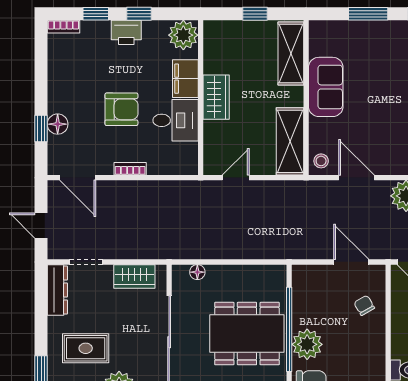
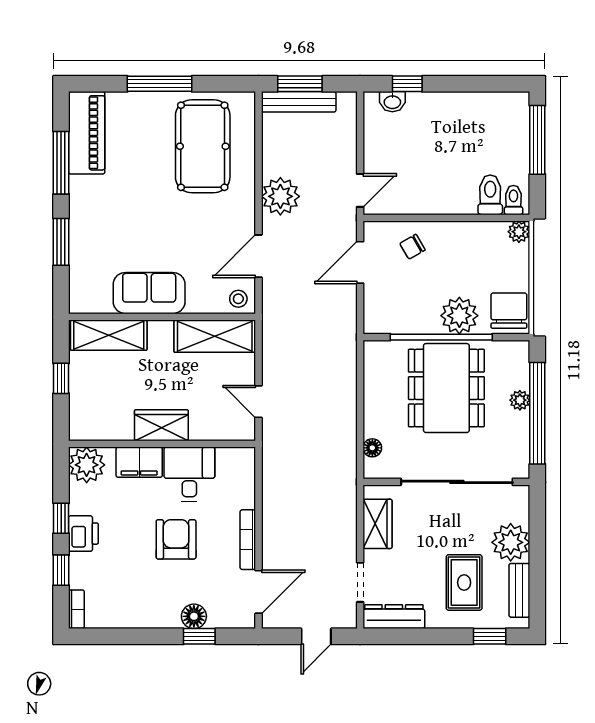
bookcase: (130, 169) -> (248, 540), width x1.56

